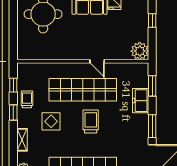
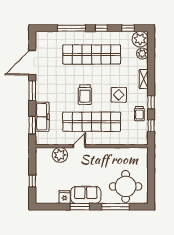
plant: (140, 51) -> (60, 155), moved
door: (97, 61) -> (79, 146), hinge flipped
freezer: (141, 101) -> (42, 117), width x1.40

